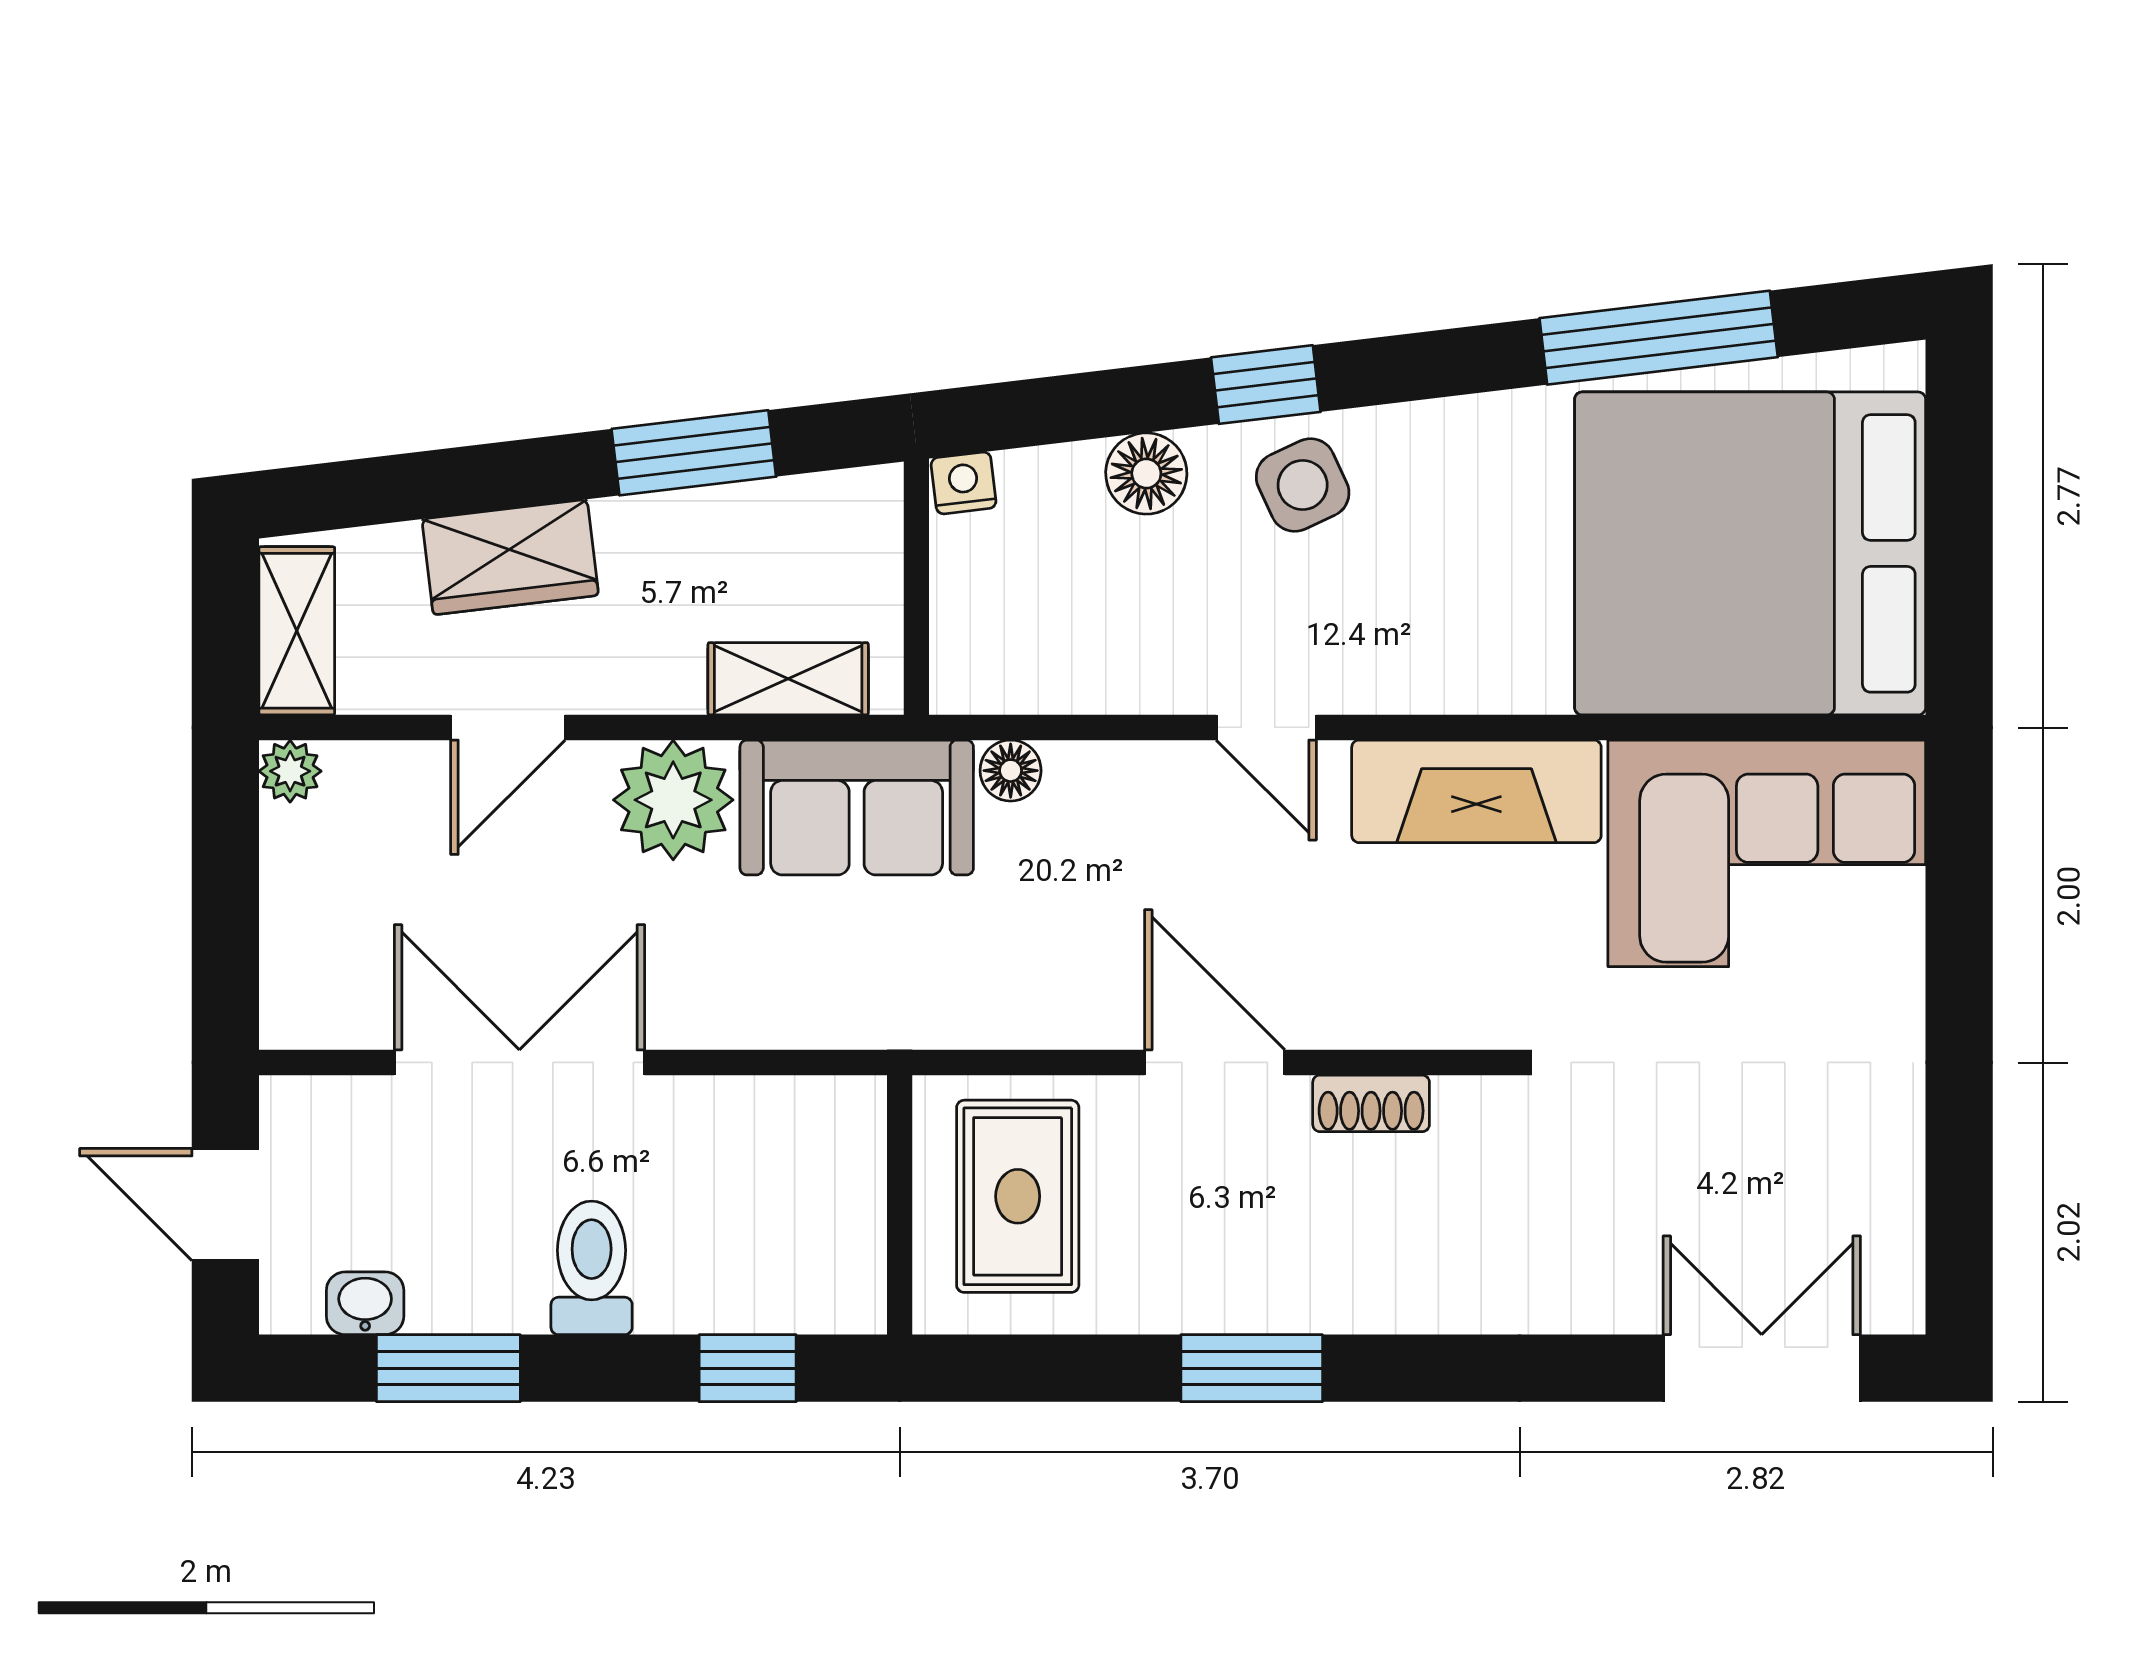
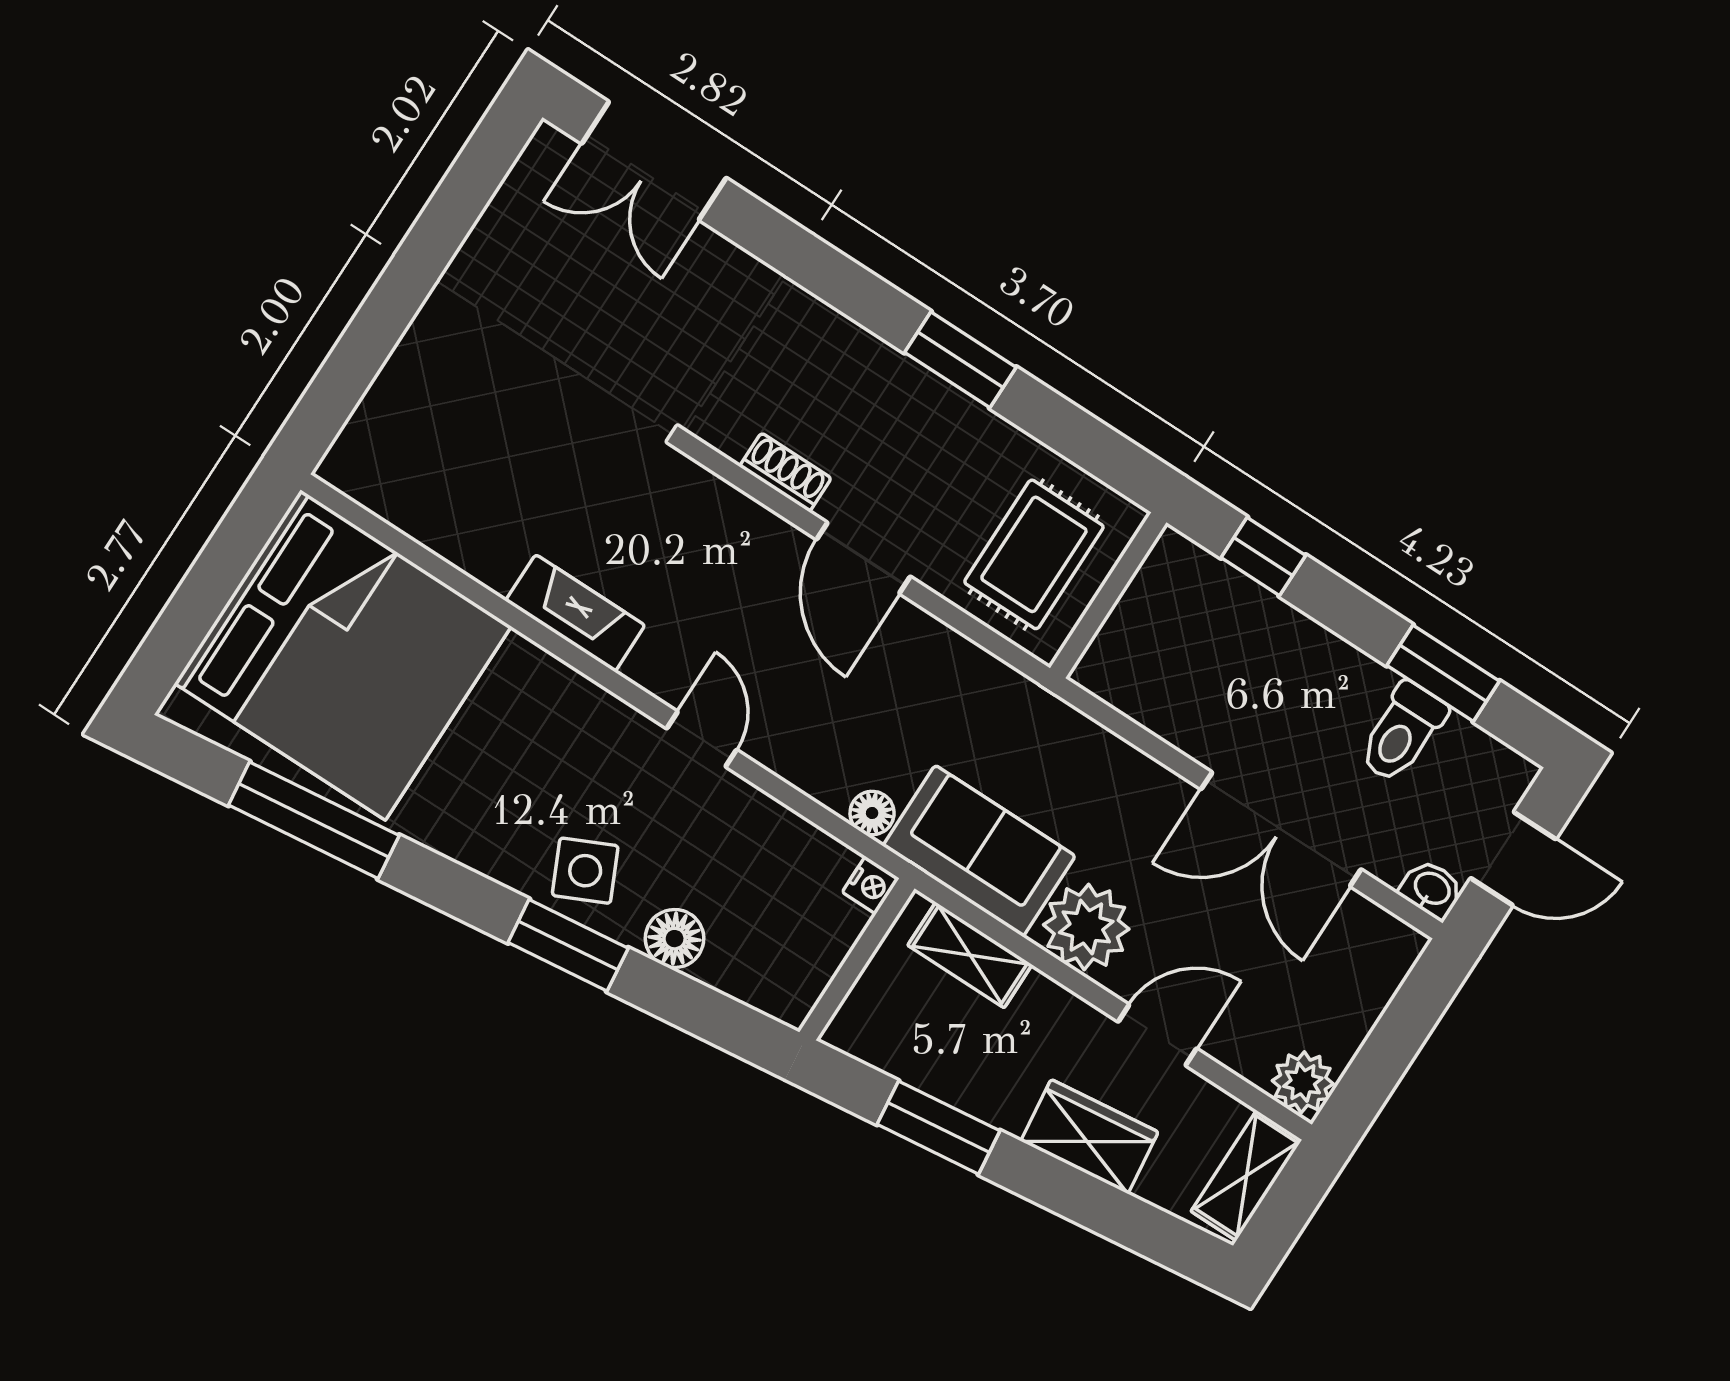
window: (1266, 385) -> (568, 945), width x1.50
nightstand: (964, 483) -> (871, 885), moved, turned -83
plant: (290, 771) -> (1303, 1082), width x1.38, depth x1.38
fireplace: (1476, 791) -> (575, 613), width x0.73, depth x0.76
corner sofa: (1767, 853) -> (450, 468), removed
door: (225, 1205) -> (1513, 859), hinge flipped
toilet: (592, 1268) -> (1402, 732), moved
washbasin: (365, 1303) -> (1432, 889), moved, turned 180

